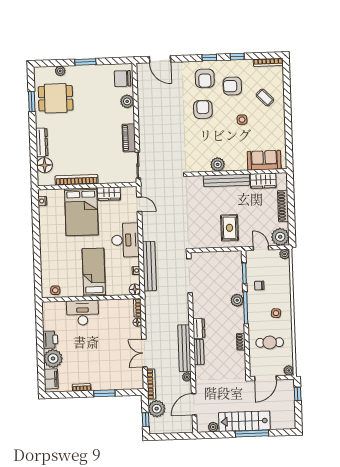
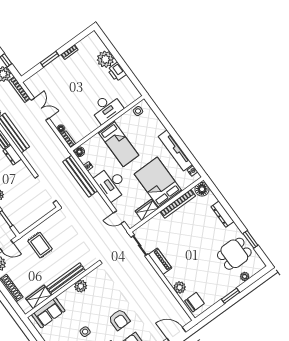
floor lamp: (45, 165) -> (202, 189), moved
tv unit: (45, 230) -> (175, 150), added
filing cabinet: (51, 379) -> (97, 43), removed

